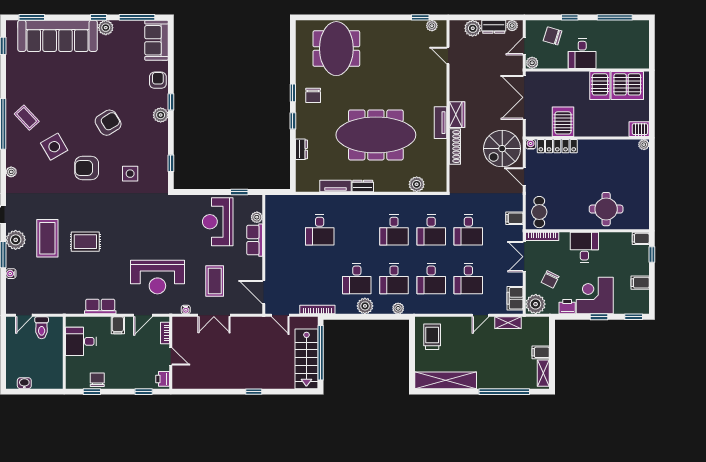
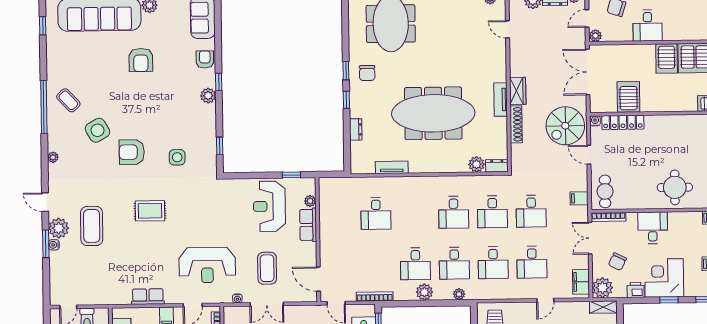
armchair: (108, 123) -> (141, 60), moved, turned 122
dresser: (363, 186) -> (497, 166), moved
rug: (85, 242) -> (150, 211), moved
water cooler: (11, 274) -> (54, 245), moved
shelving: (508, 323) -> (603, 307), moved

